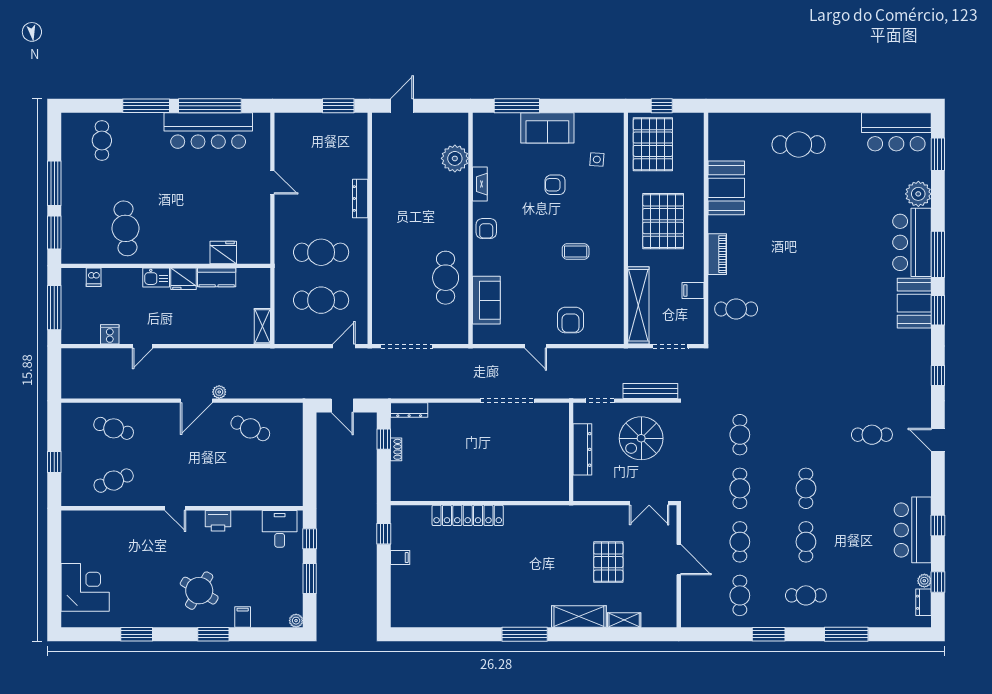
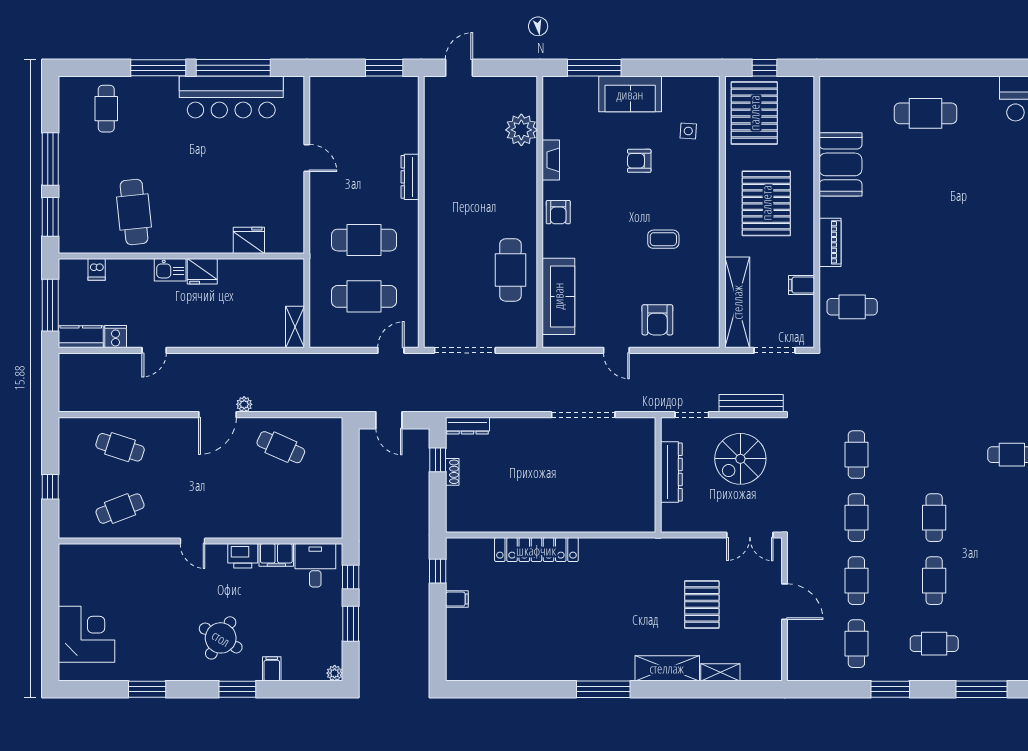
kitchen counter: (217, 277) -> (81, 337), moved, turned 180
sofa: (486, 300) -> (558, 296), width x1.36
filing cabinet: (247, 520) -> (276, 555), added

